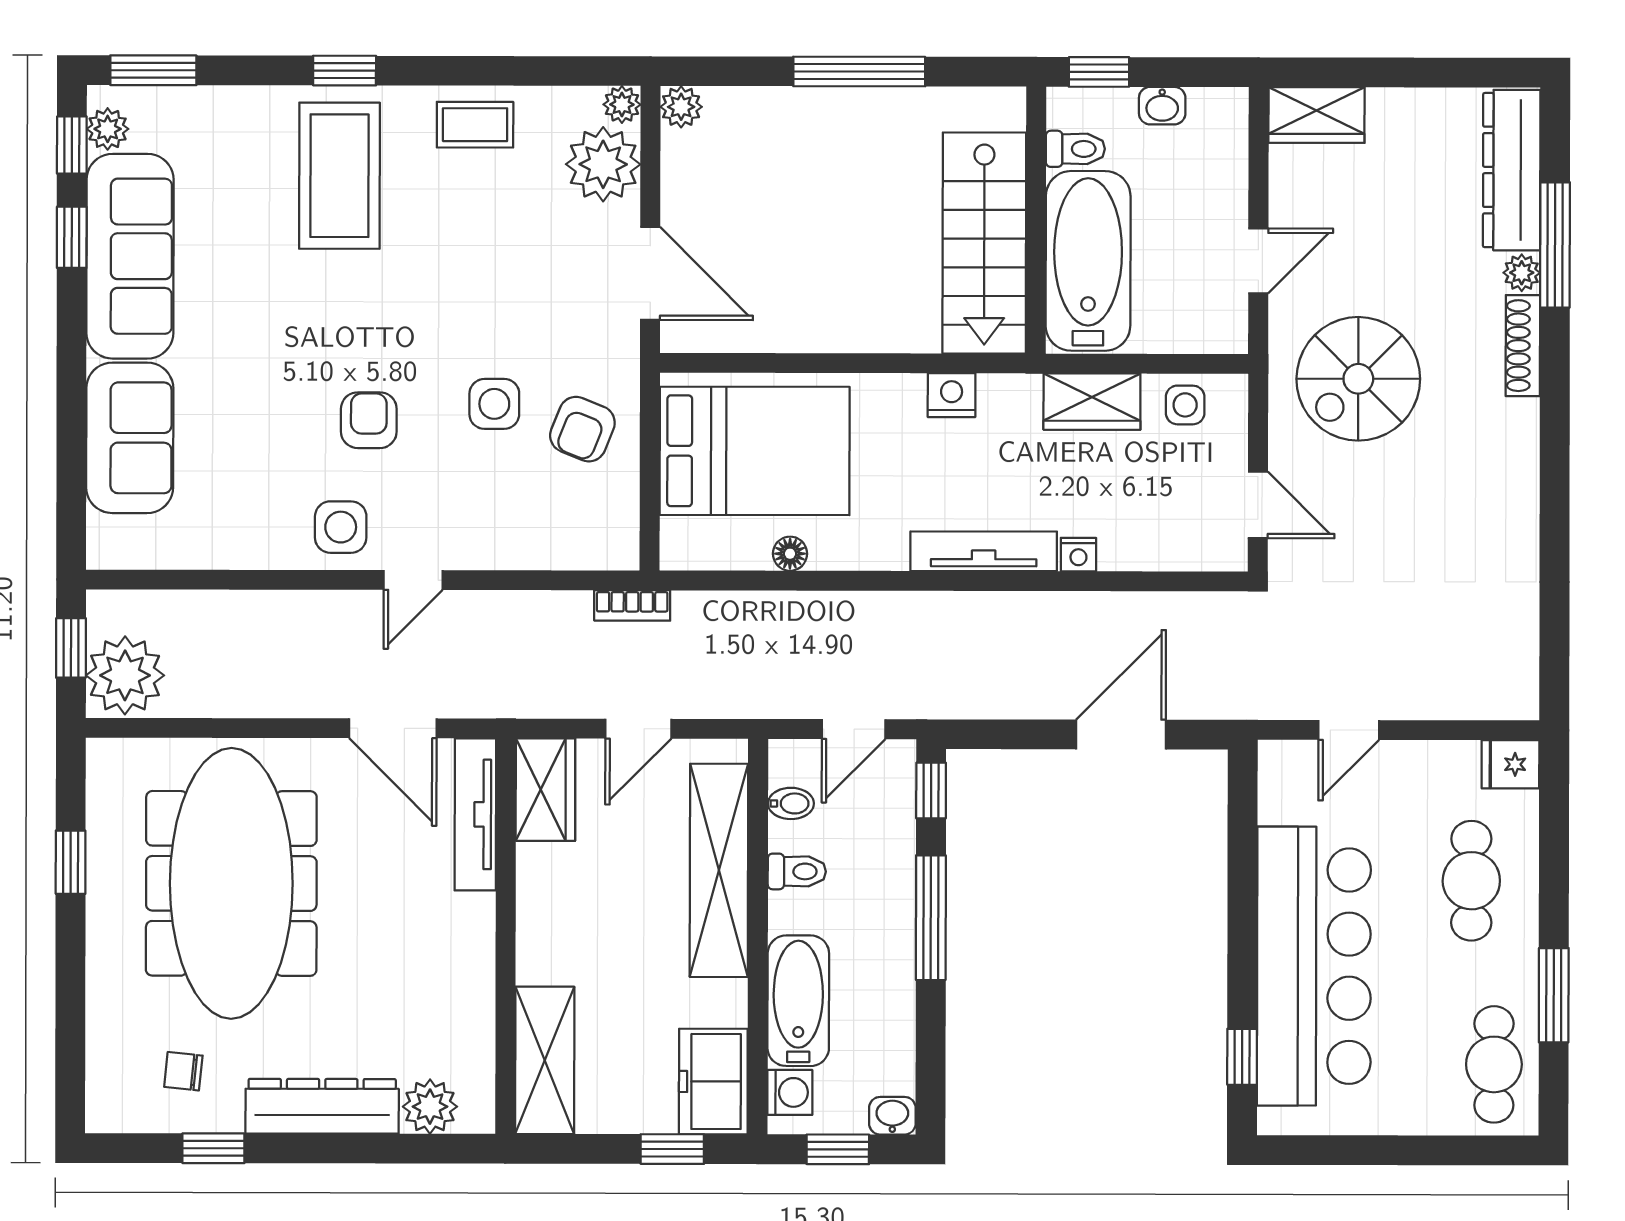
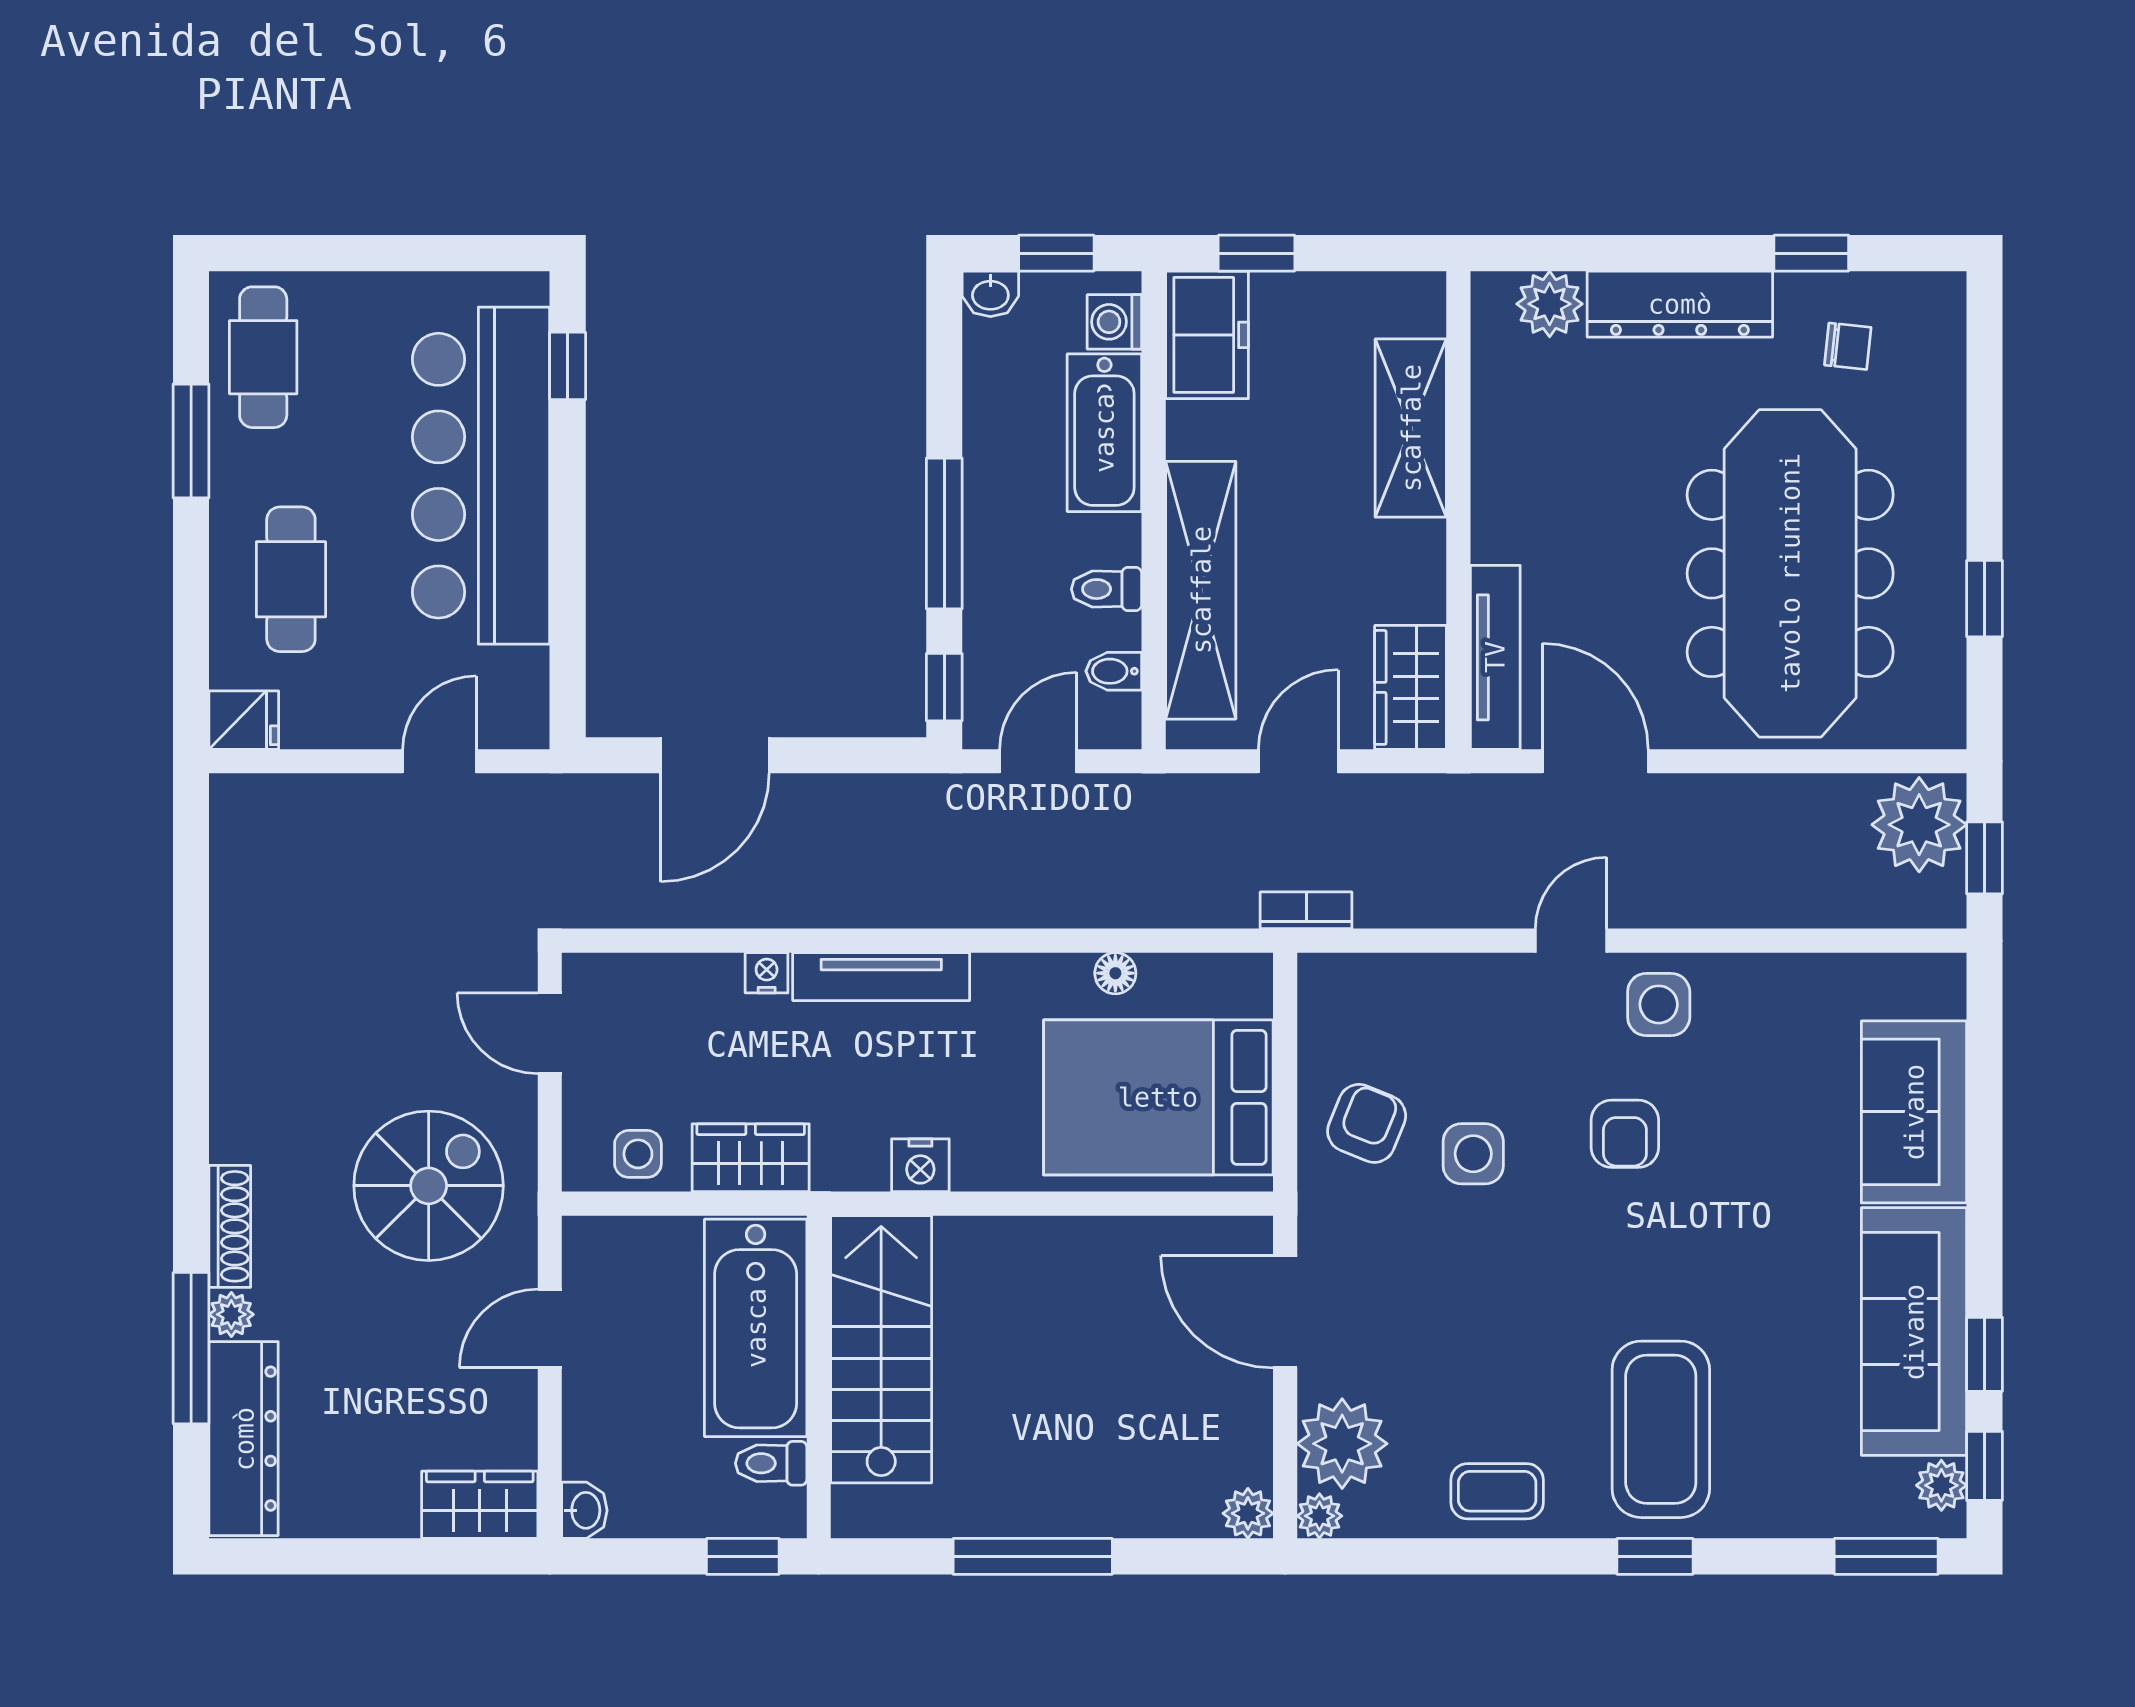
washbasin: (1162, 106) -> (584, 1510), moved, turned 90
shelving: (545, 1060) -> (1411, 428), moved

